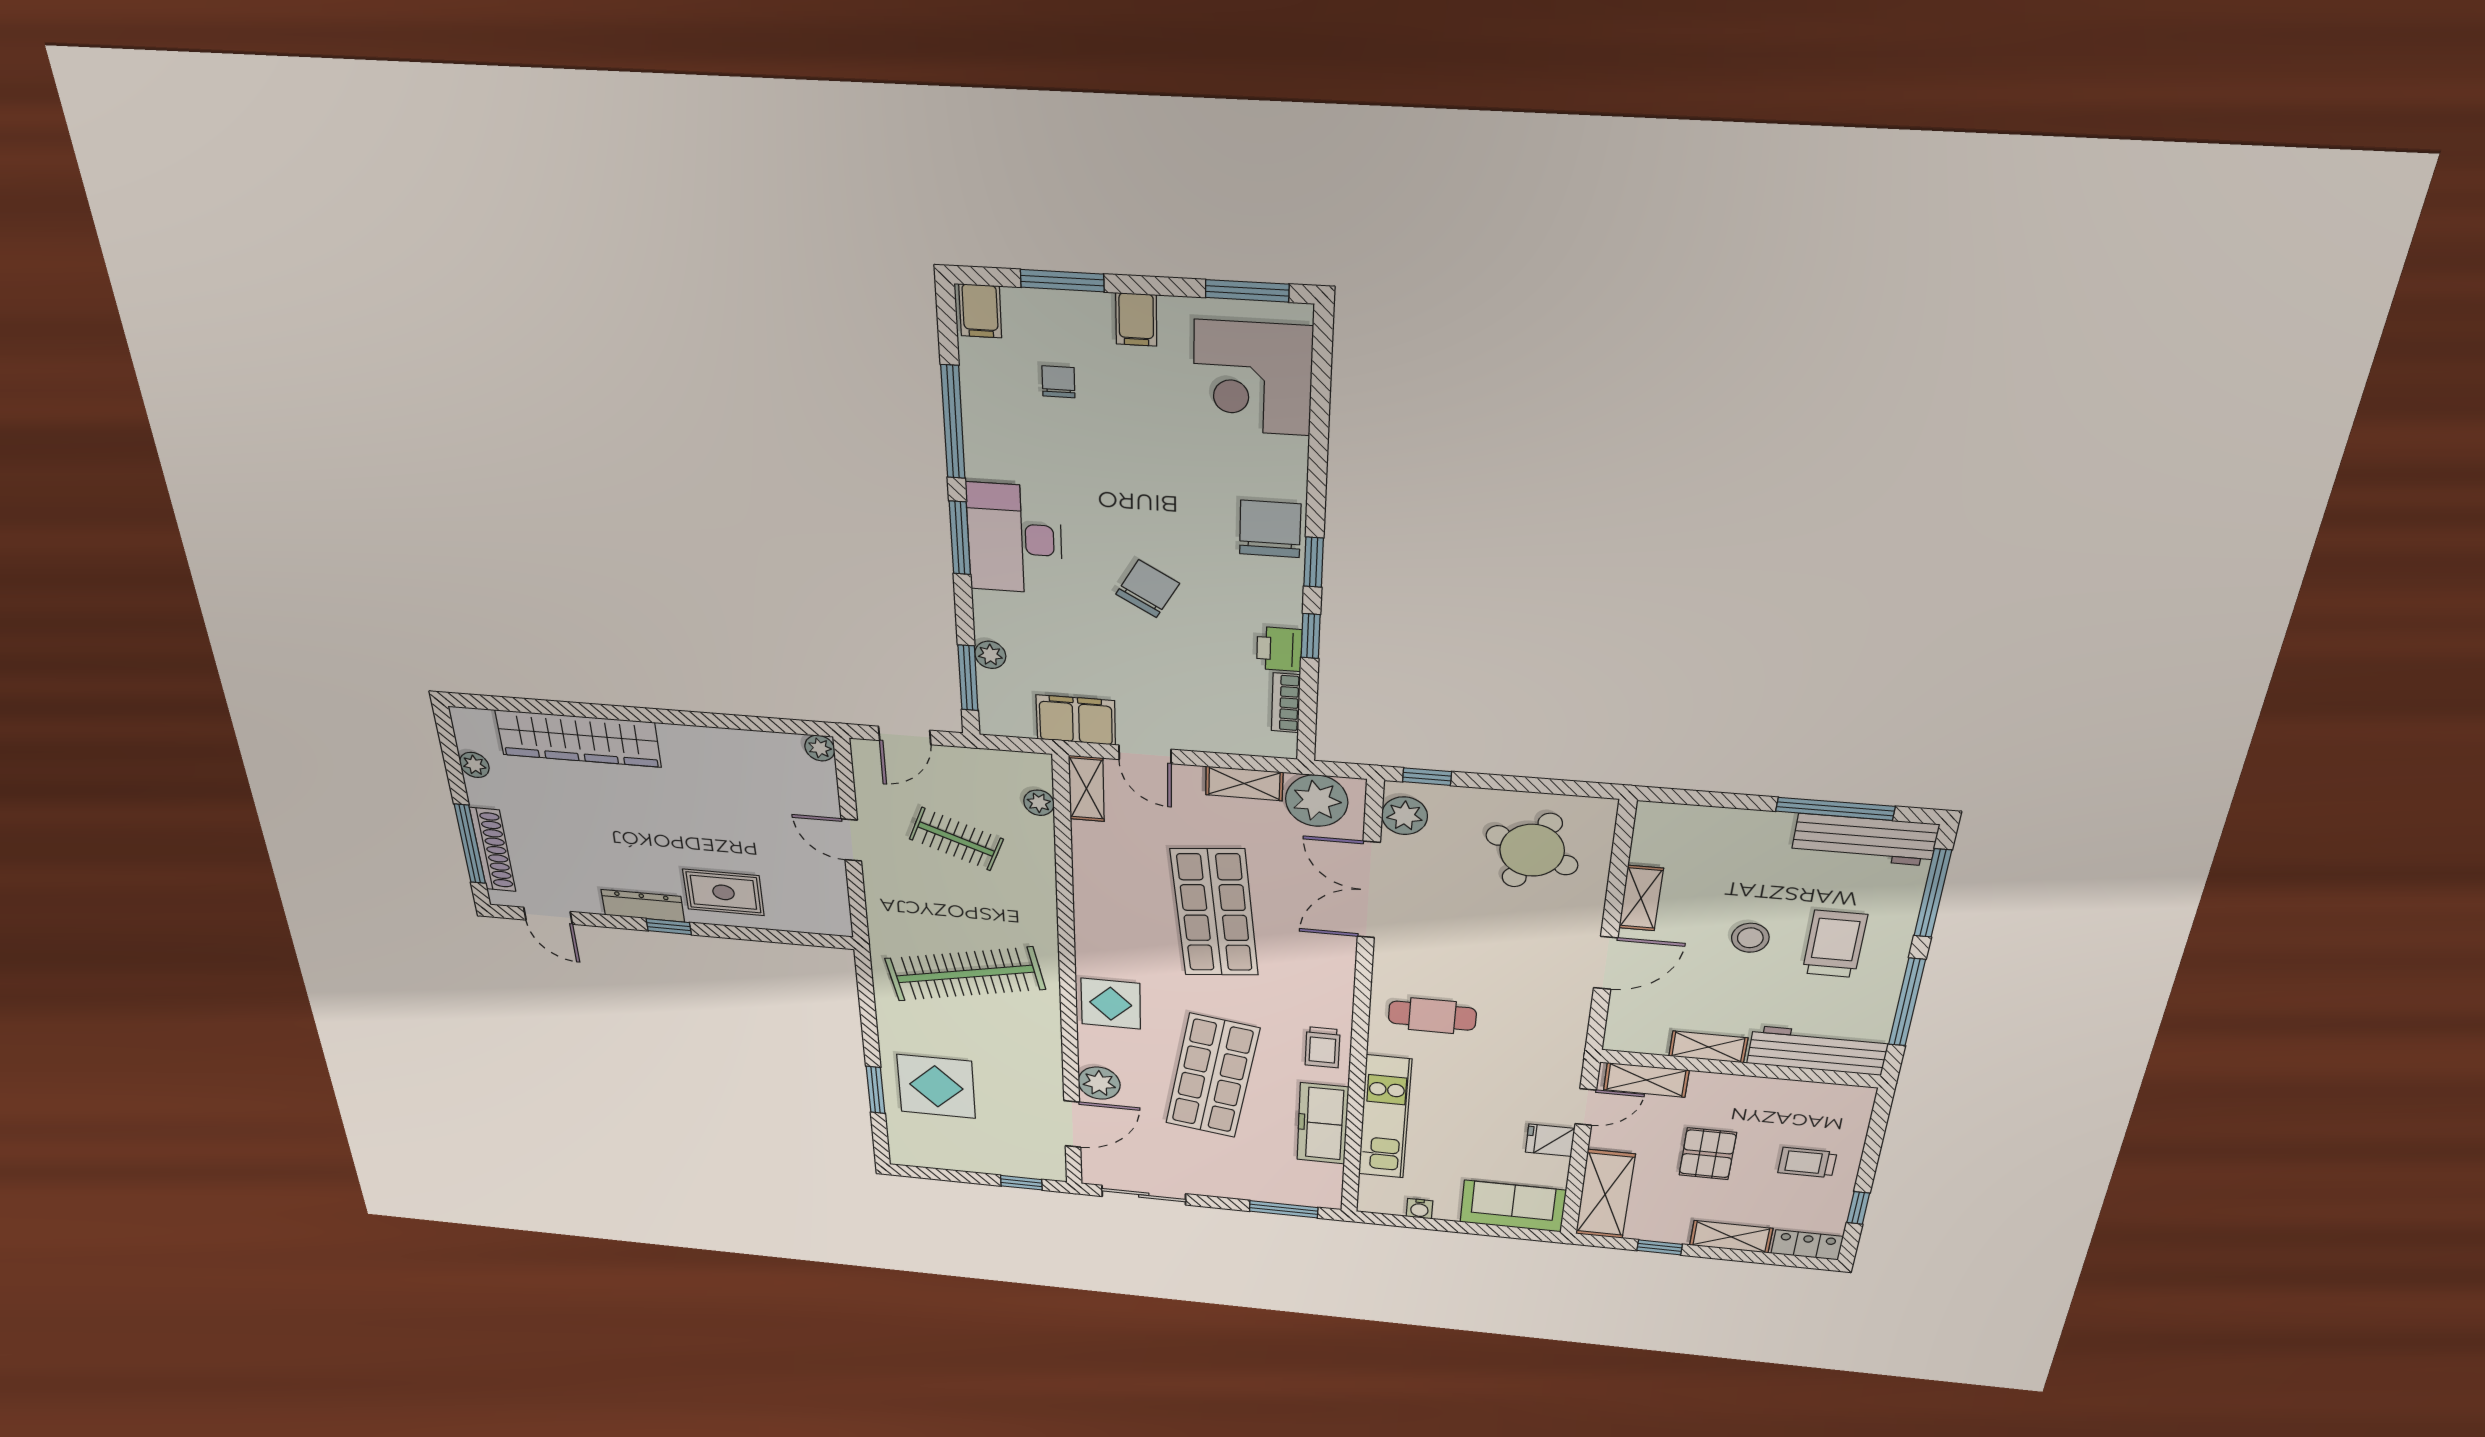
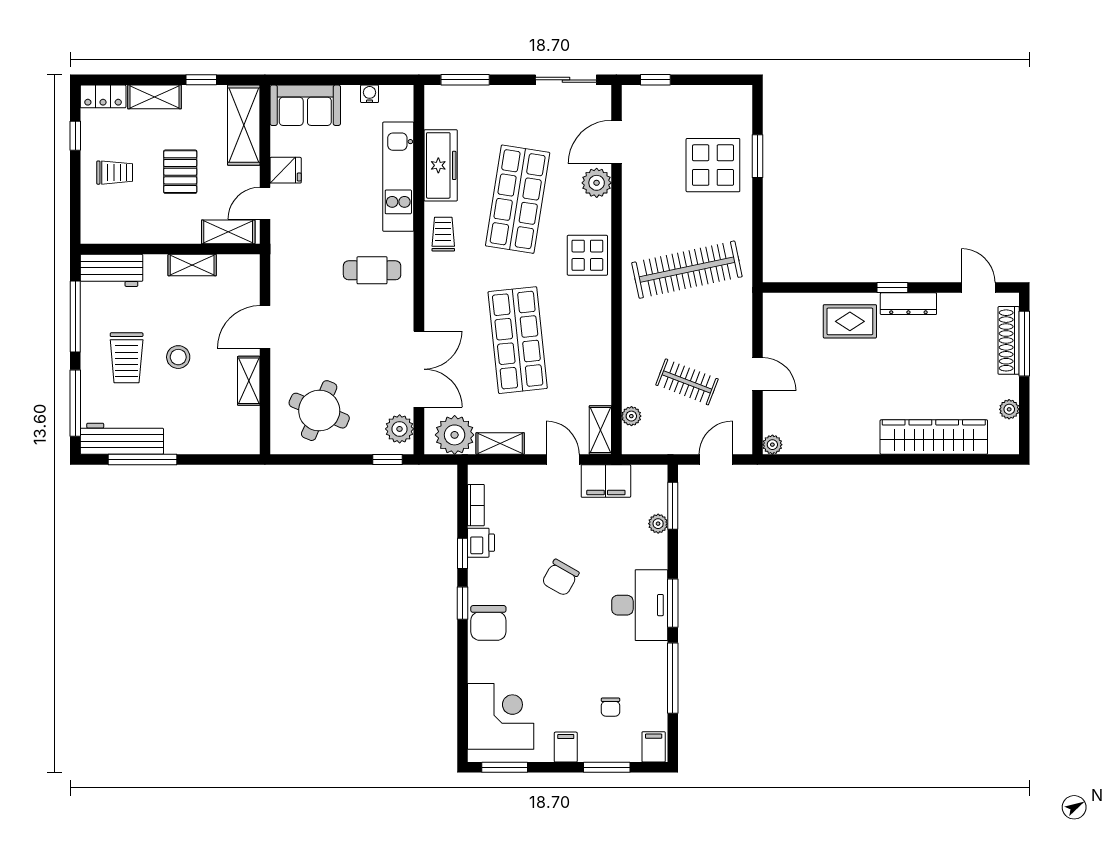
workbench: (1818, 1051) -> (111, 270), width x0.73

